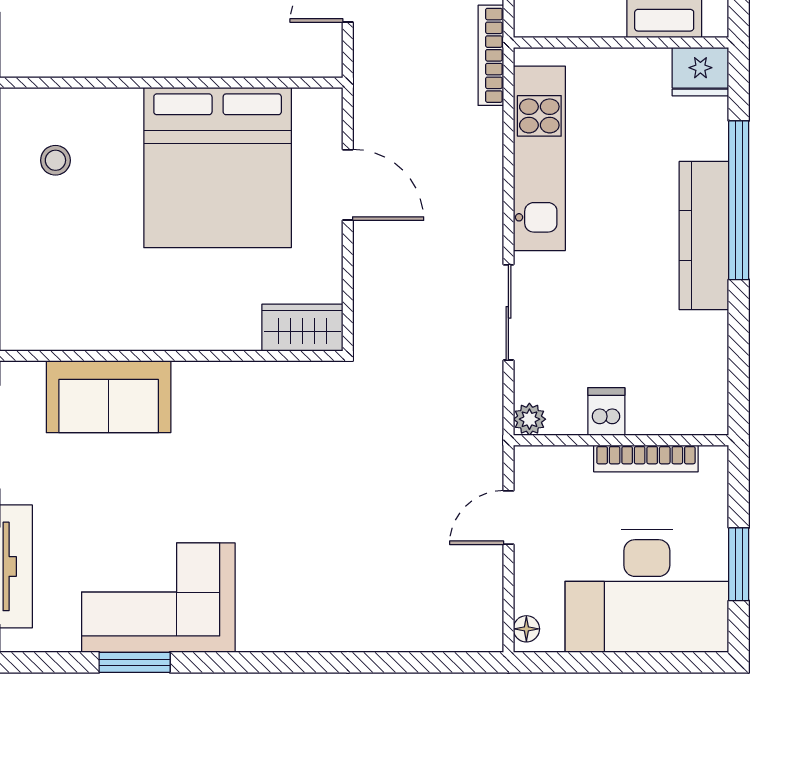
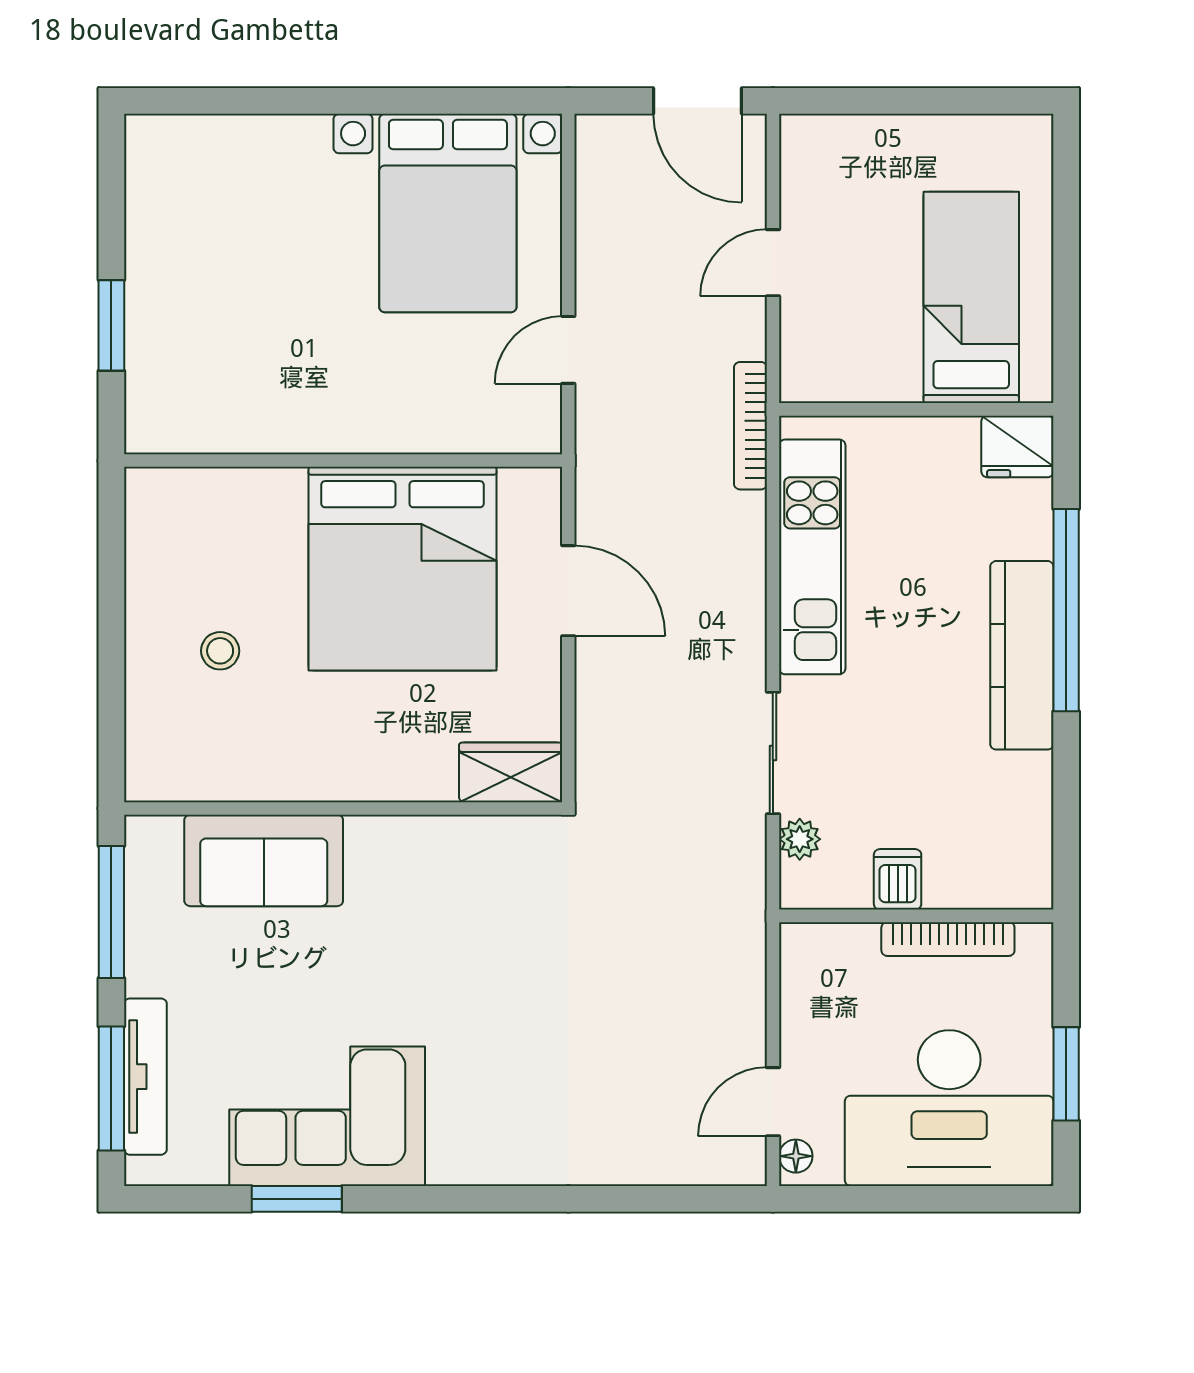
stool: (55, 160) -> (220, 651), moved
plant: (529, 419) -> (800, 839), moved
door: (508, 518) -> (773, 1102), moved

